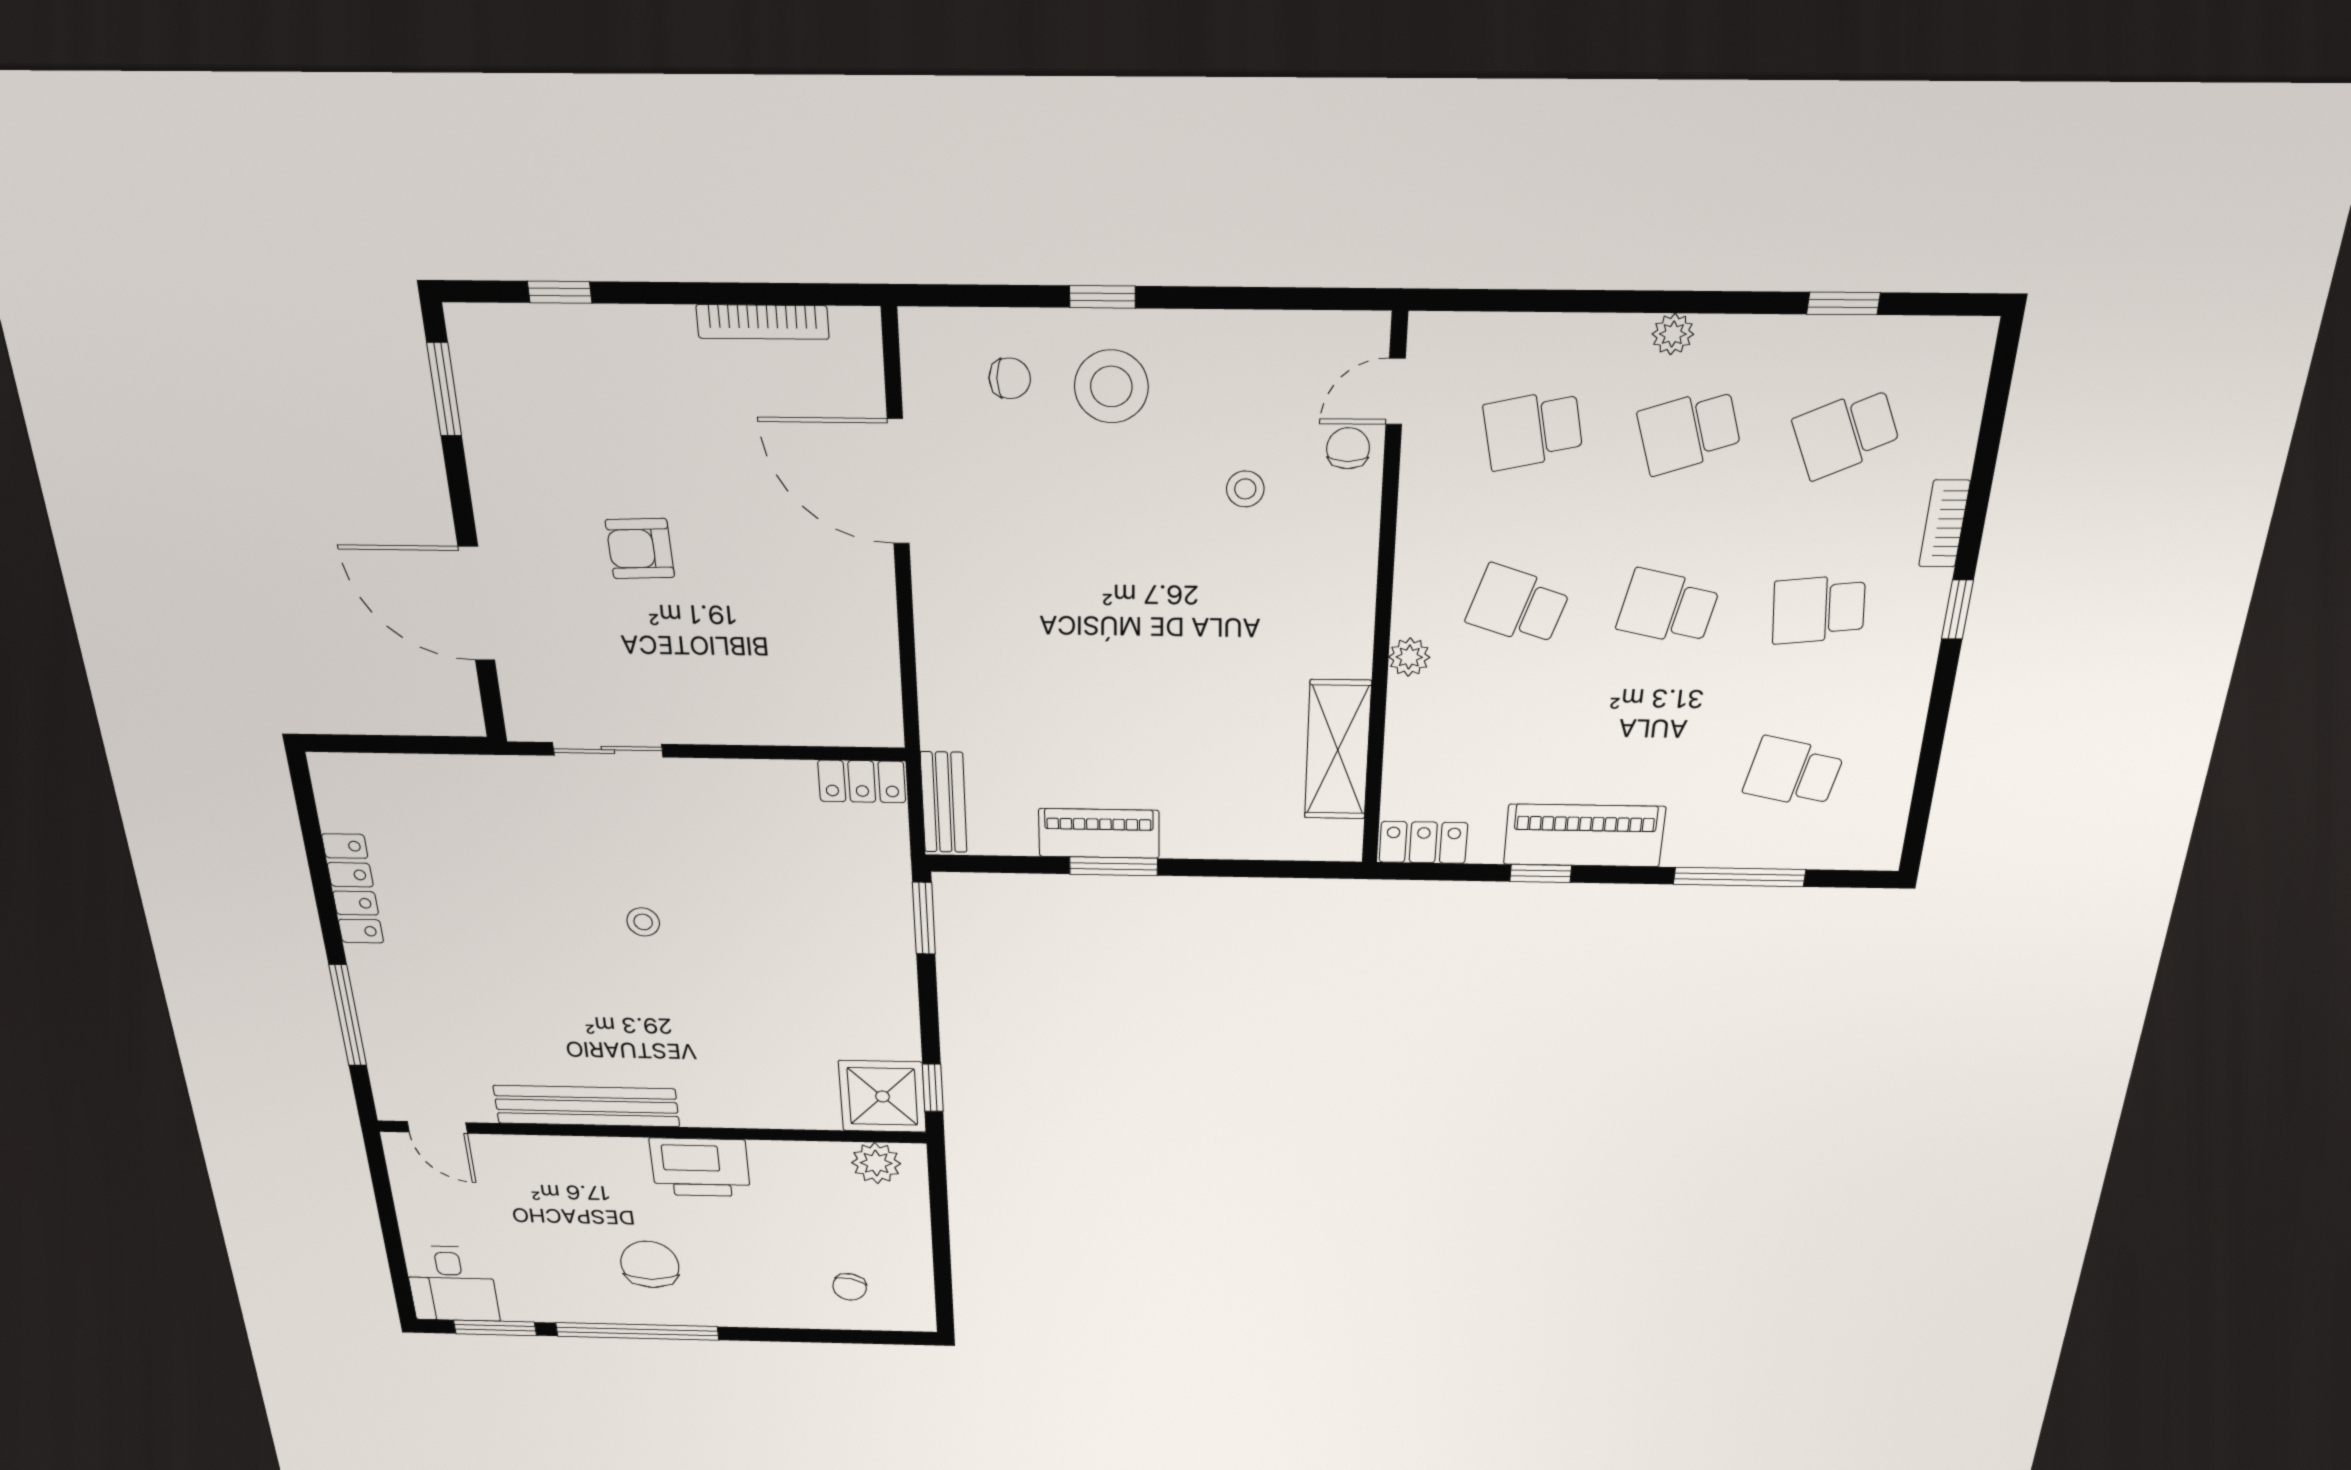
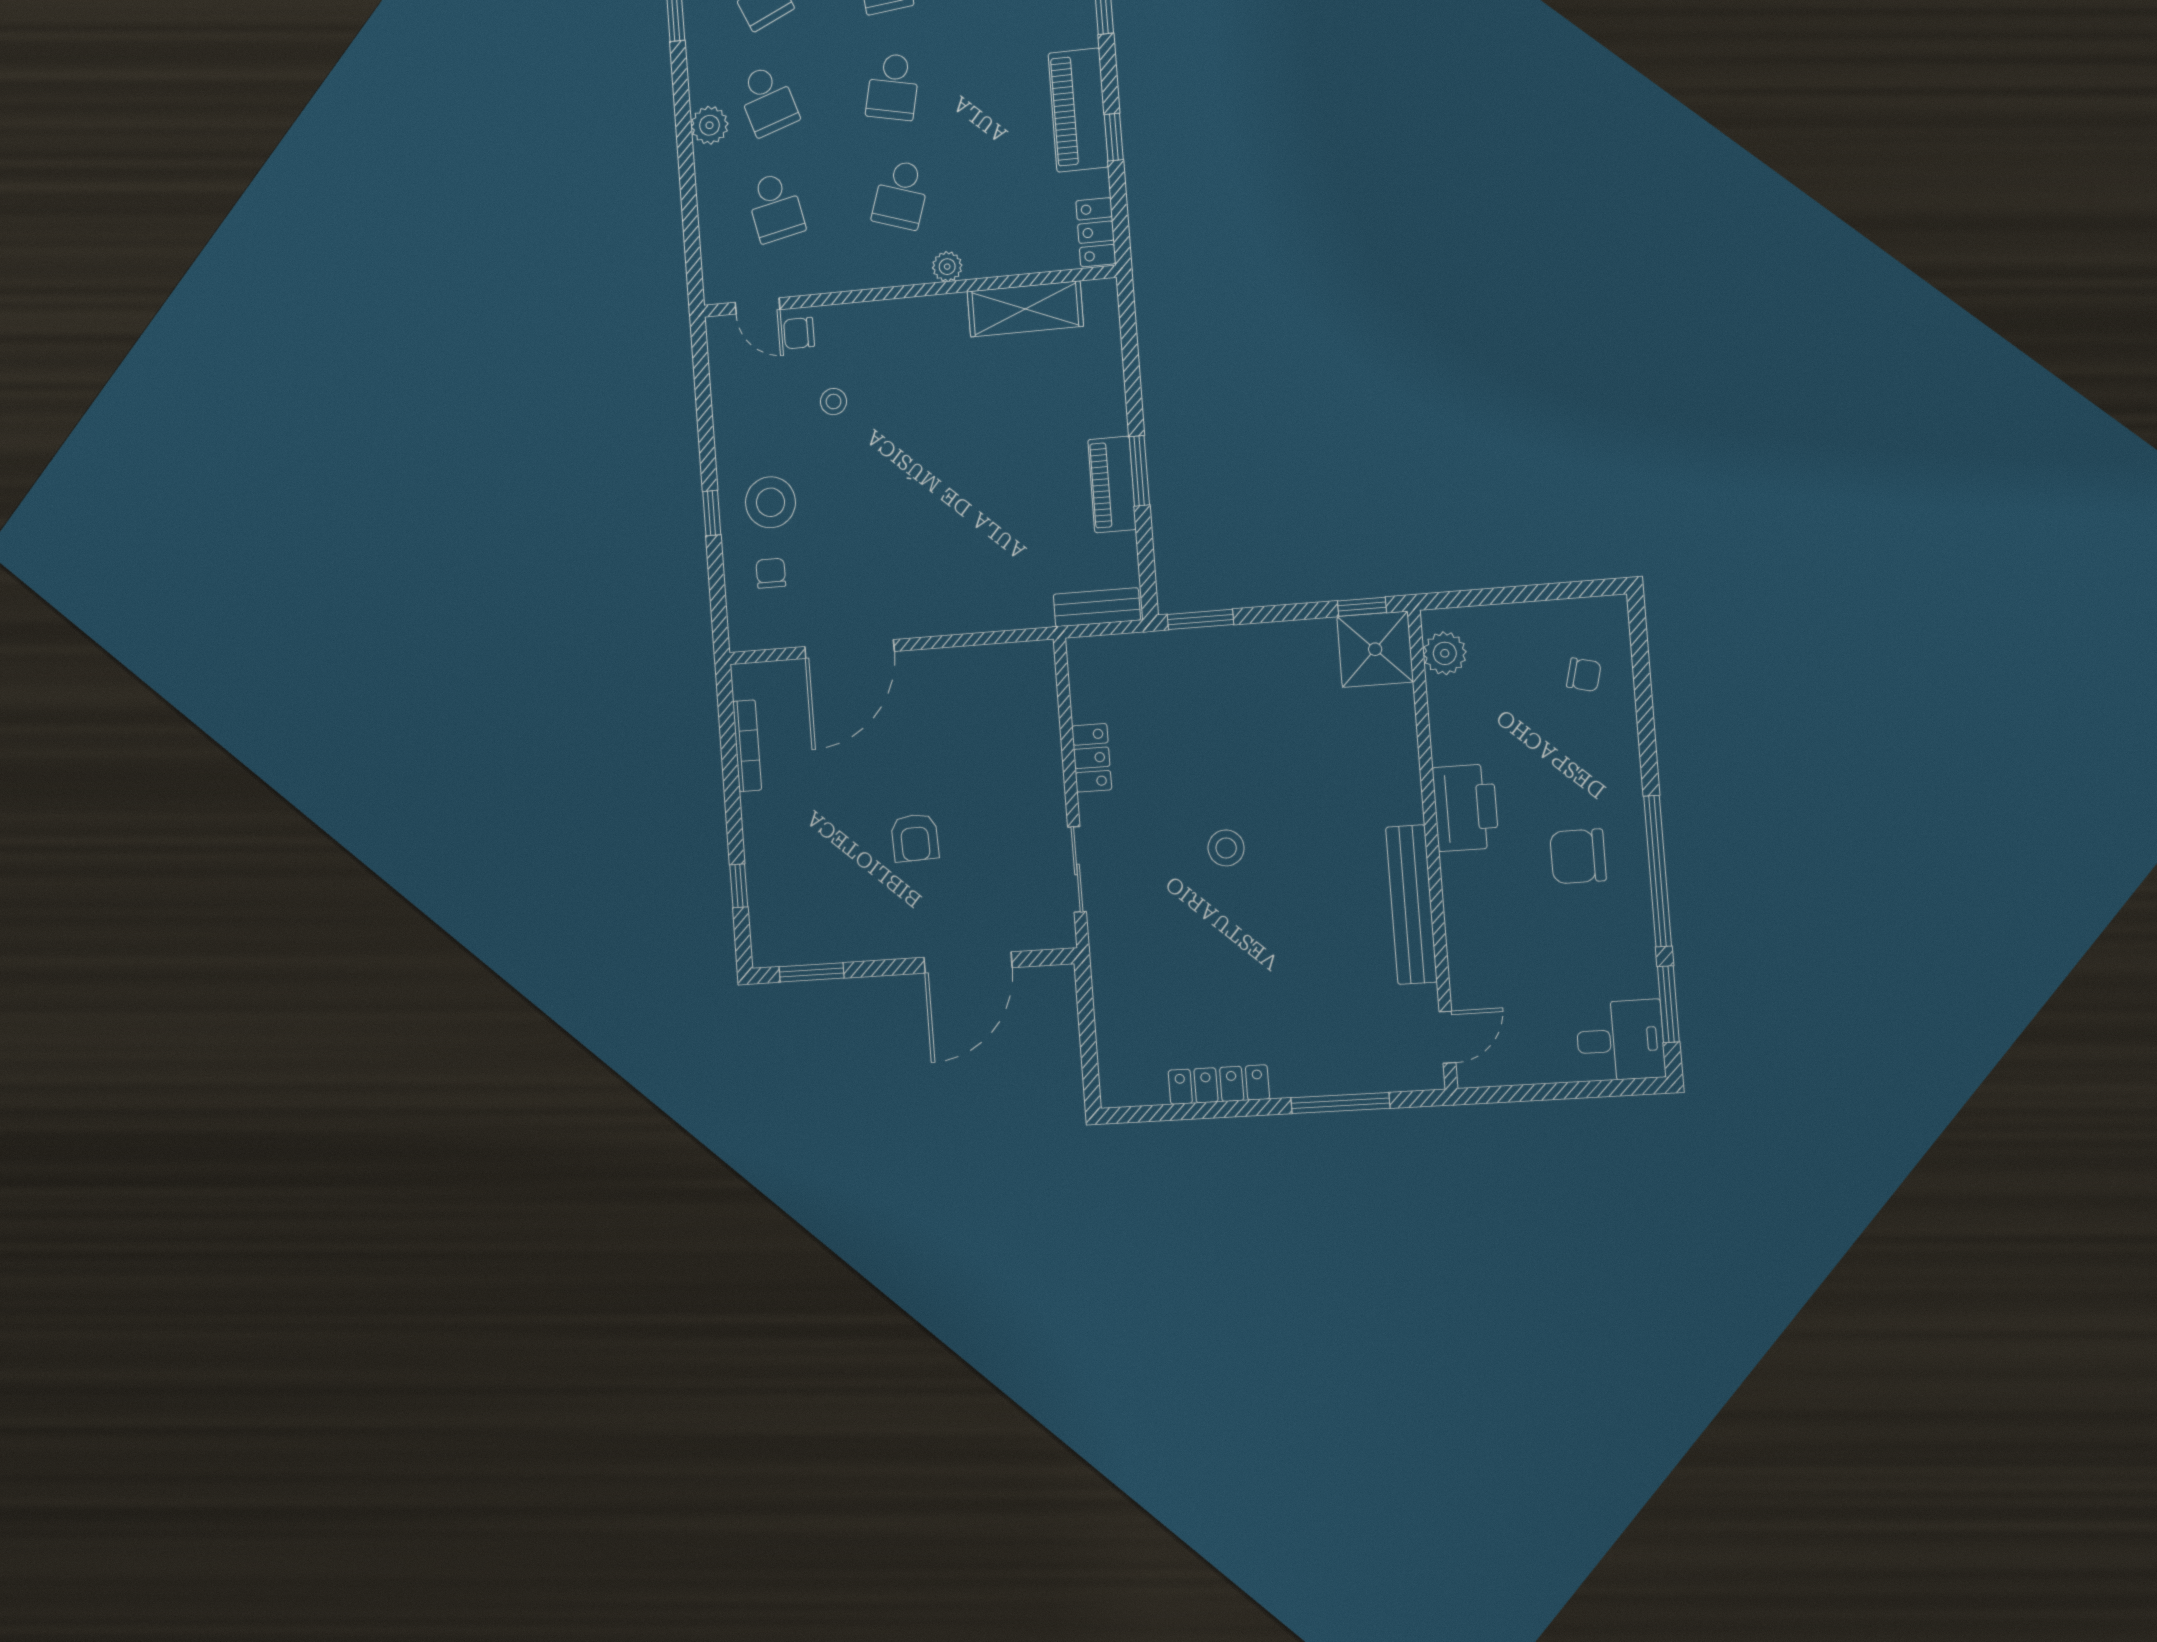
plant: (1673, 334) -> (709, 125), width x1.38, depth x1.38
locker: (862, 781) -> (1092, 758), moved
stool: (643, 922) -> (1226, 848), width x1.37, depth x1.37

